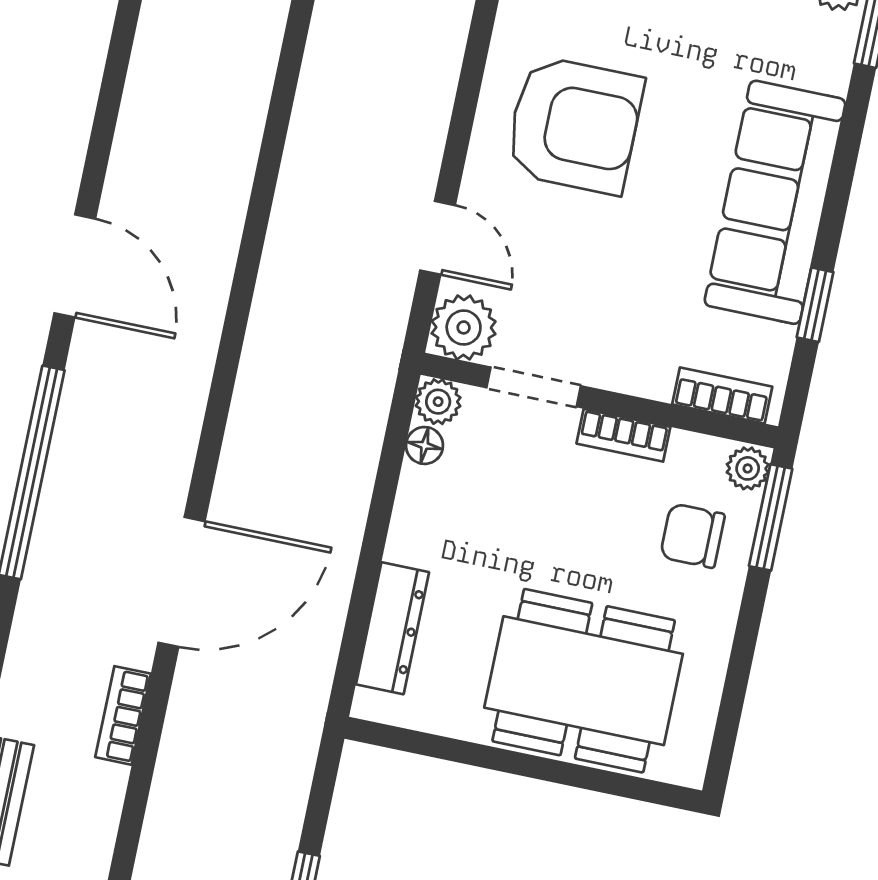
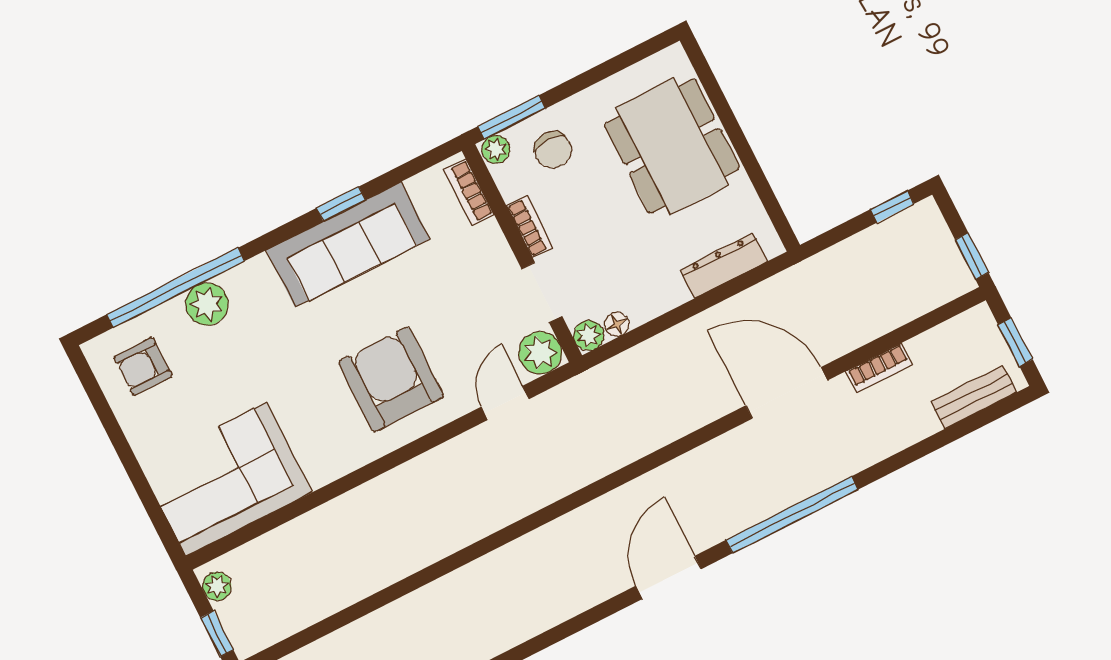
window: (815, 305) -> (341, 204), moved

